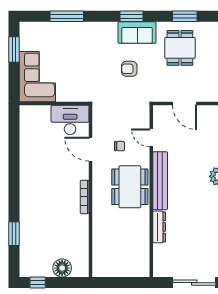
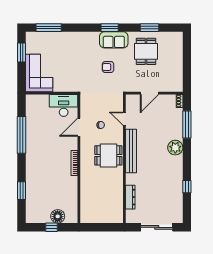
window: (67, 16) -> (49, 28), moved
door: (185, 104) -> (149, 93), hinge flipped
door: (90, 149) -> (79, 127), hinge flipped
window: (14, 159) -> (22, 135), added
dining table: (130, 187) -> (108, 155), width x0.73
dresser: (159, 227) -> (130, 197), moved
window: (38, 283) -> (51, 227), moved

